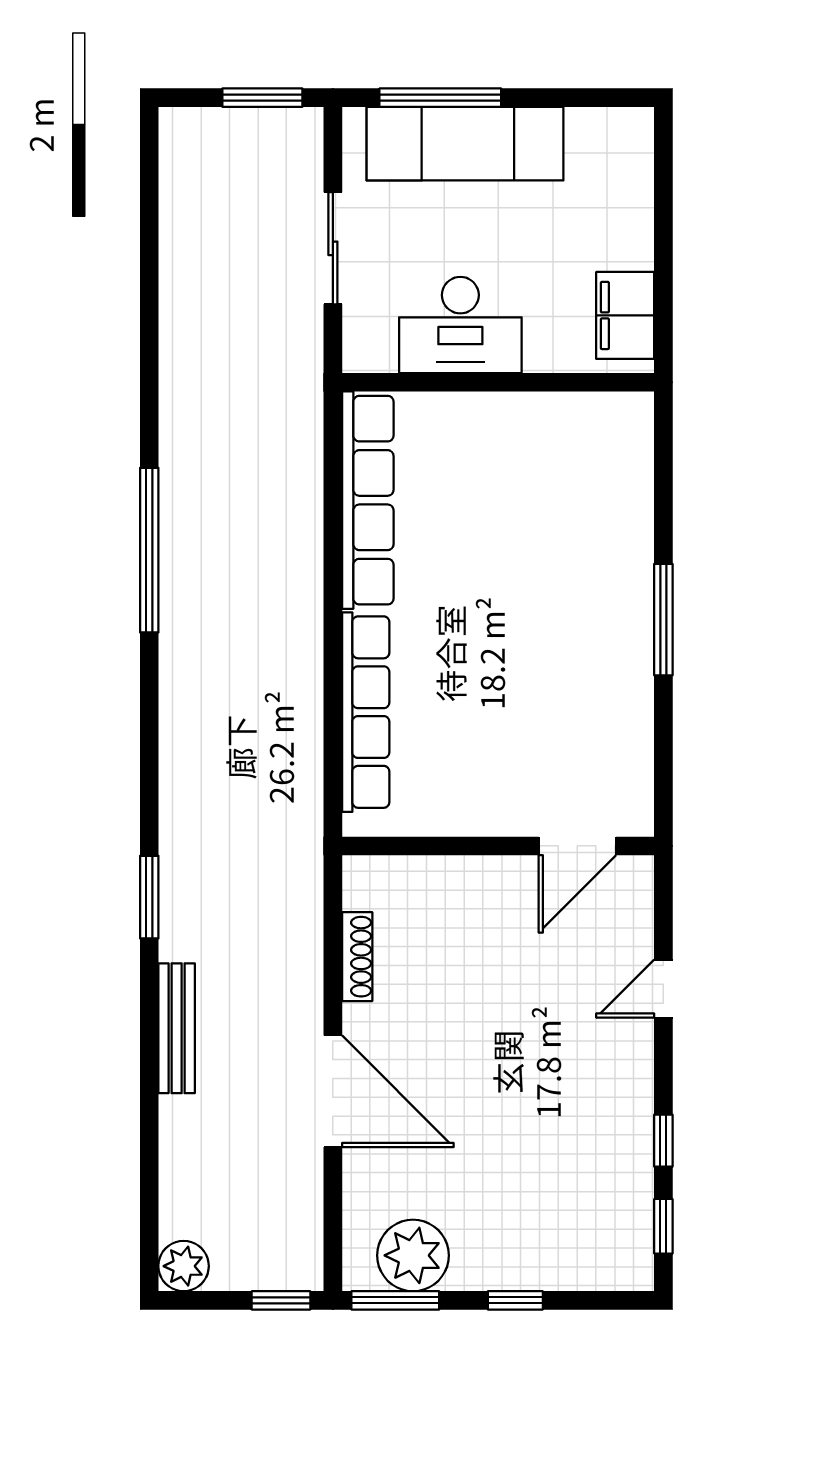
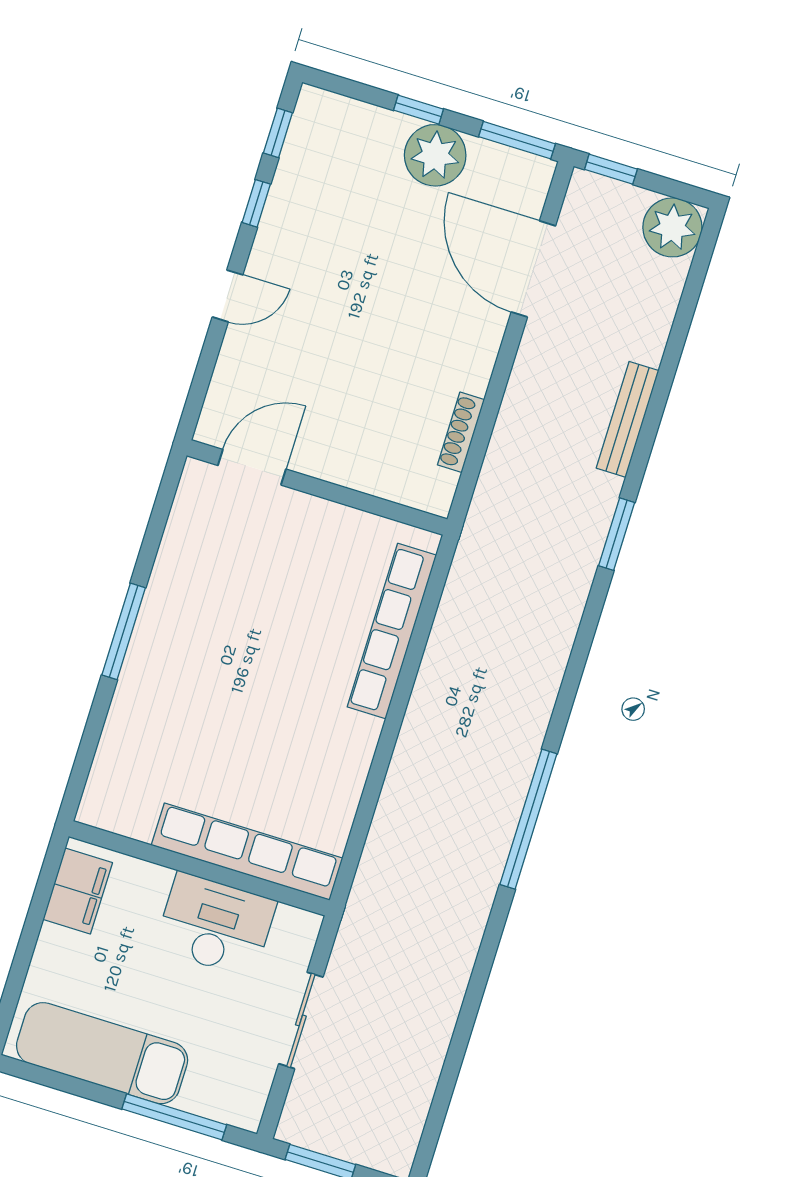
exam couch: (465, 144) -> (102, 1053), moved
row of seats: (368, 500) -> (247, 852), moved, turned 90
door: (663, 989) -> (228, 296), moved
door: (333, 1091) -> (533, 269), moved
plant: (413, 1255) -> (435, 155), moved
plant: (184, 1266) -> (672, 227), width x1.36, depth x1.36

